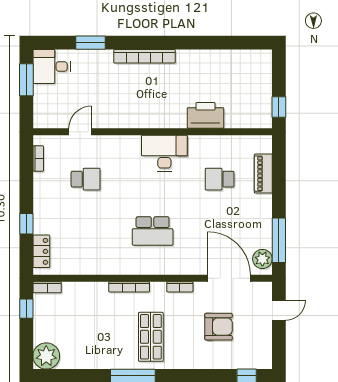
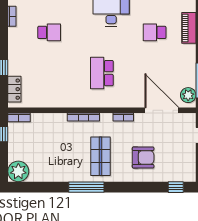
school desk: (153, 231) -> (102, 73), turned 90
armchair: (219, 327) -> (143, 157), moved

